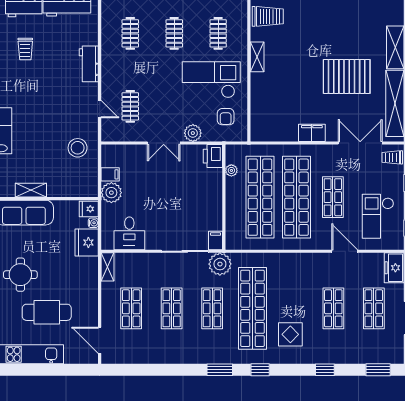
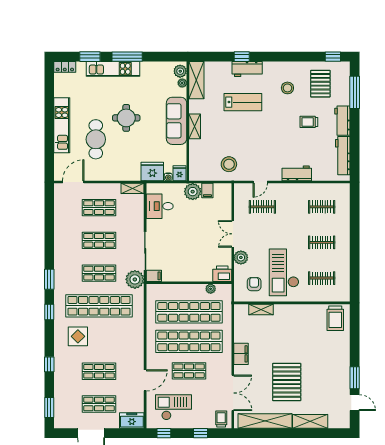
shelving: (257, 57) -> (261, 309), moved
checkout: (211, 80) -> (284, 272), turned 180
armchair: (226, 117) -> (254, 284), turned 90

